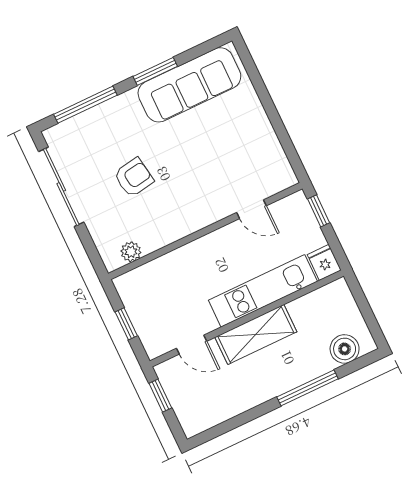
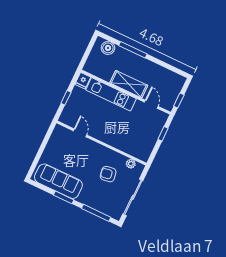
door: (252, 209) -> (80, 133), moved
wall: (205, 231) -> (102, 143), moved
plant: (131, 252) -> (131, 164), moved

